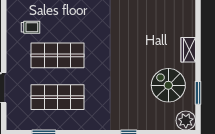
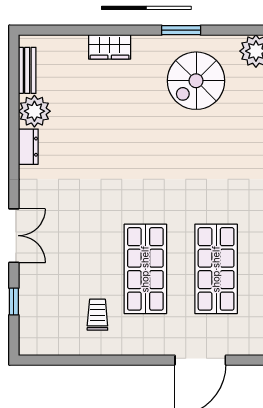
wardrobe: (188, 50) -> (110, 47), moved
window: (198, 93) -> (181, 30), moved

